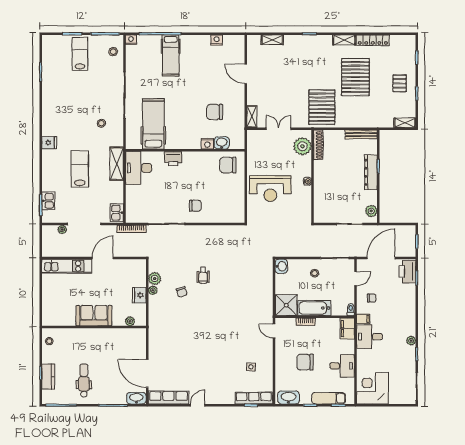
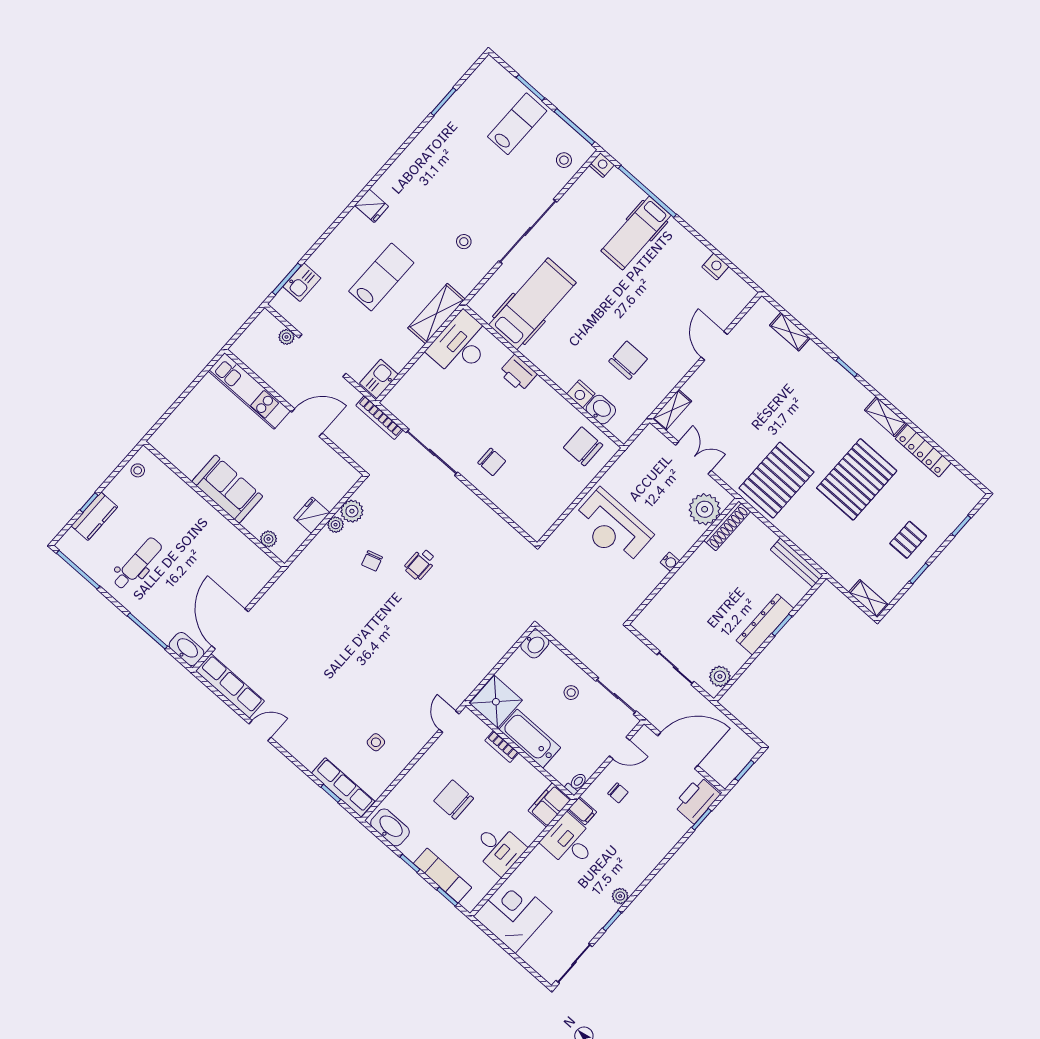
chair: (215, 112) -> (628, 360), turned 90

